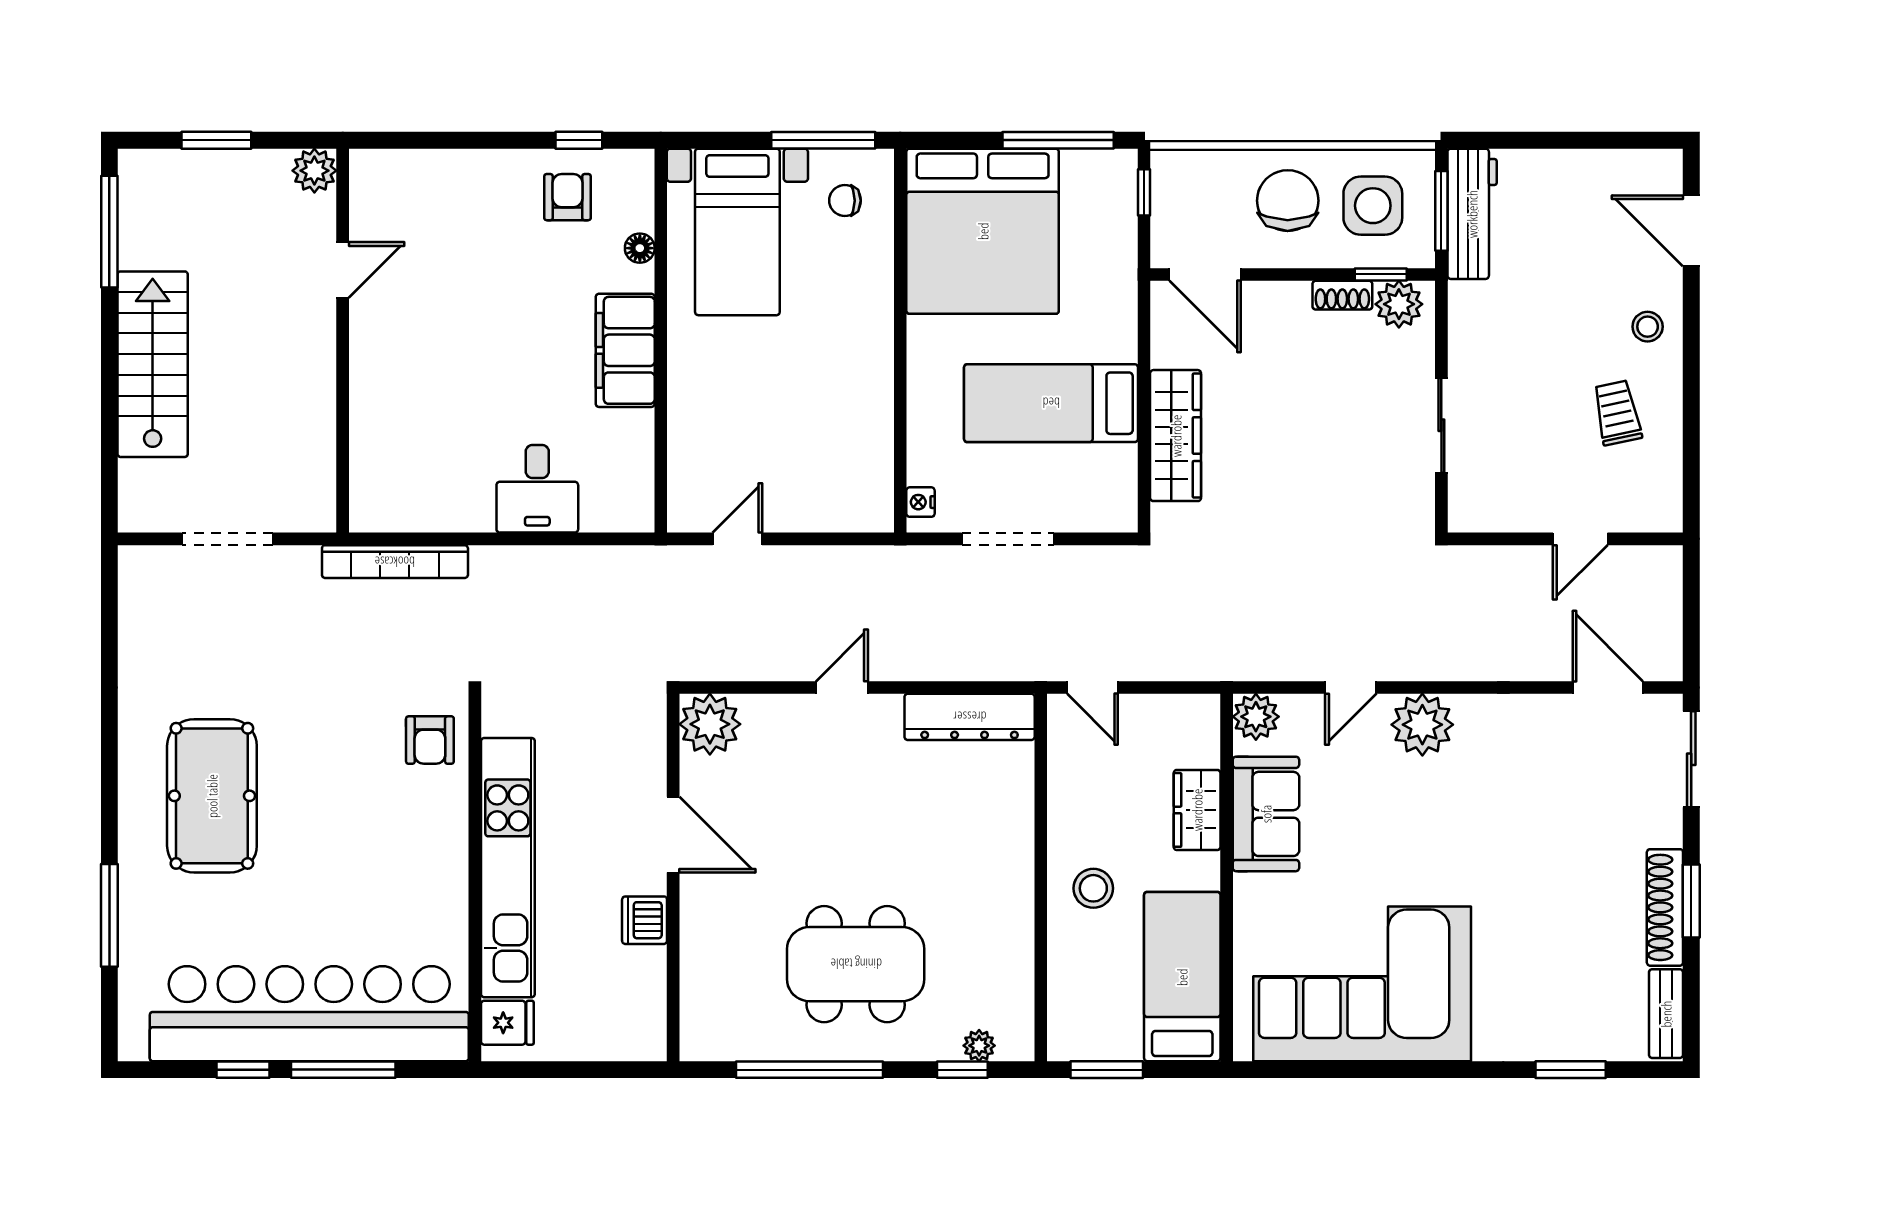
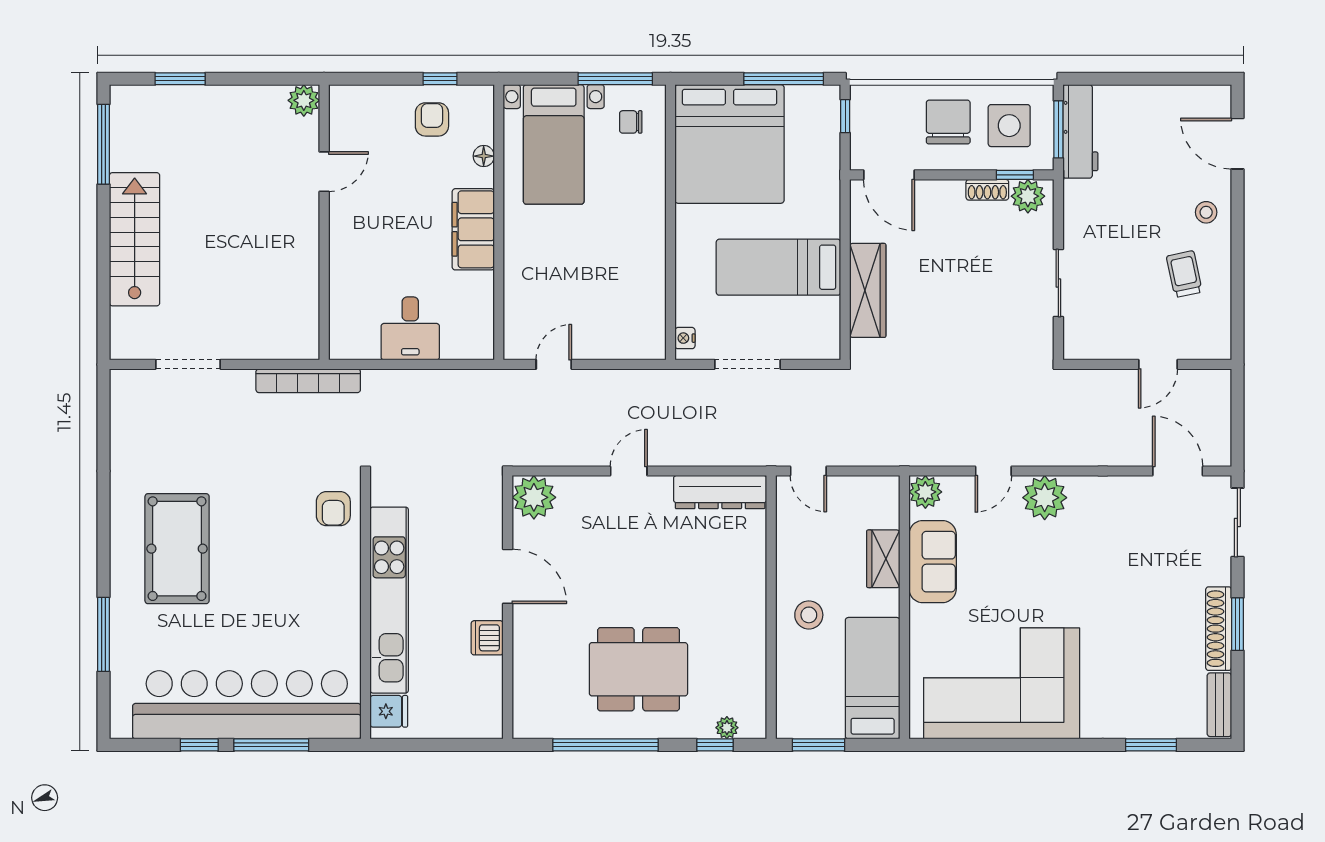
plant: (314, 171) -> (304, 100), moved
door: (343, 270) -> (324, 172), moved
wall: (343, 341) -> (324, 222), moved

